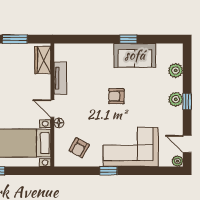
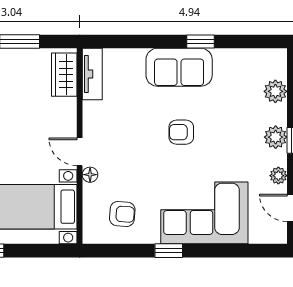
sofa: (135, 55) -> (179, 67), moved
tv unit: (60, 78) -> (92, 74), moved
armchair: (79, 148) -> (122, 214), turned -115
plant: (177, 161) -> (278, 176), moved

